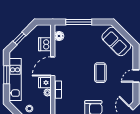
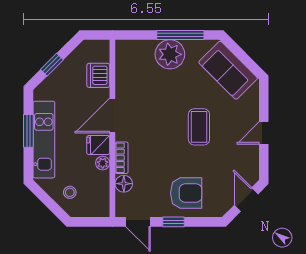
window: (79, 22) -> (180, 35), moved
plant: (84, 33) -> (170, 54), added
floor lamp: (59, 36) -> (124, 184), moved

